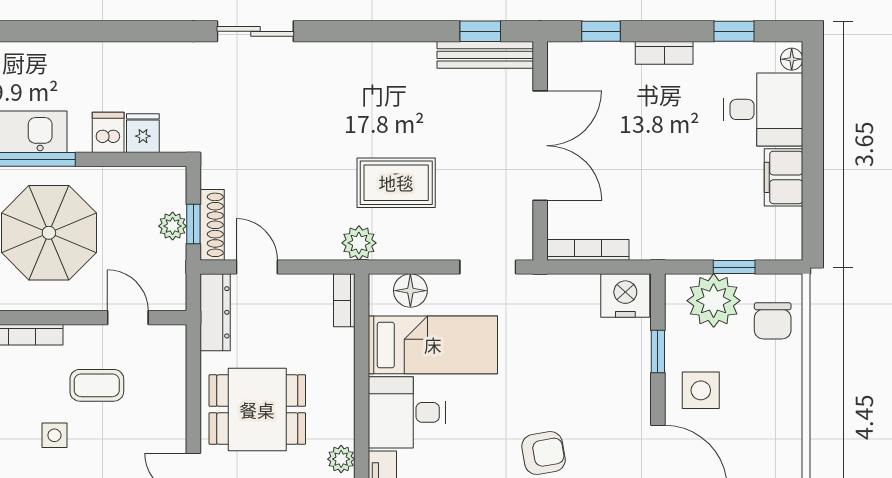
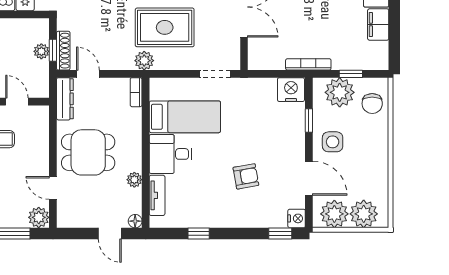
rug: (396, 183) -> (165, 27), width x1.36, depth x1.43
bookcase: (588, 250) -> (308, 64), moved
floor lamp: (410, 291) -> (173, 87), removed

